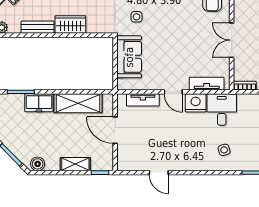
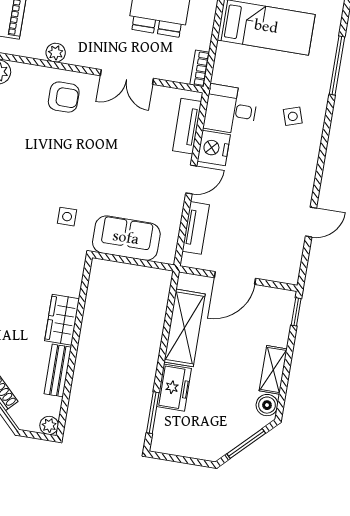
shelving: (75, 164) -> (273, 370), moved

